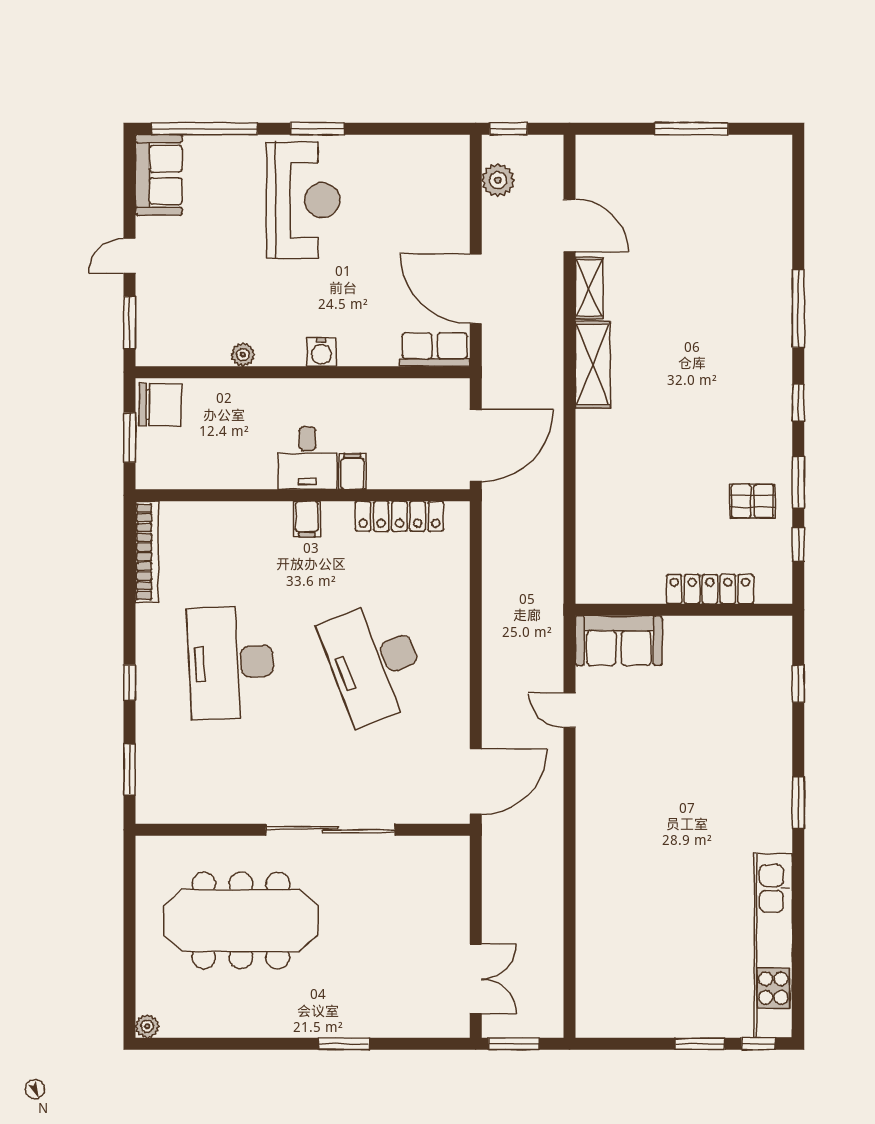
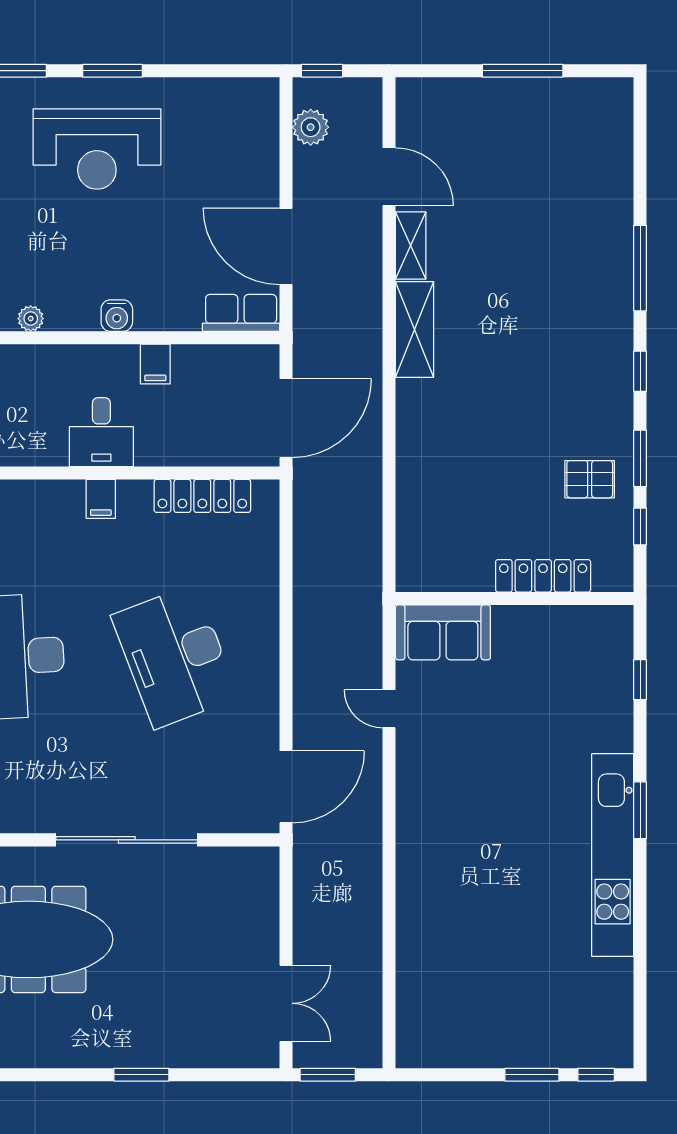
reception desk: (303, 200) -> (97, 149), turned 90
filing cabinet: (352, 471) -> (155, 364), moved, turned 180
kitchen unit: (773, 946) -> (613, 855), moved

